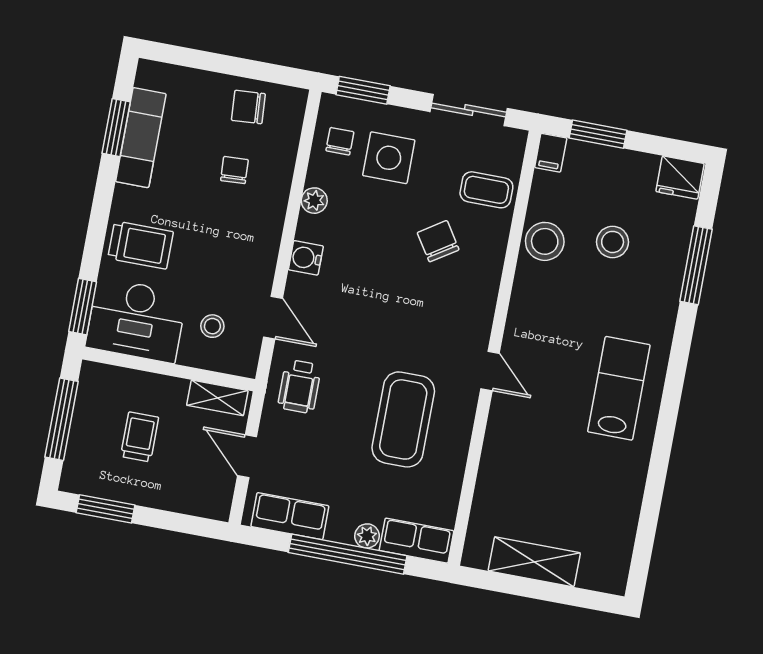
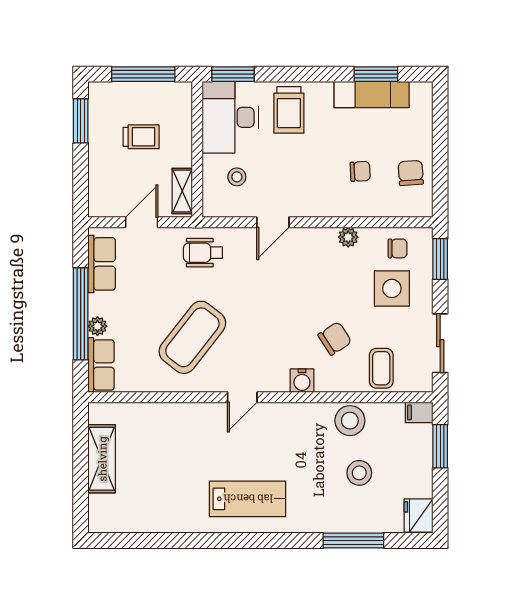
water cooler: (306, 258) -> (302, 381), moved, turned 180
door: (273, 318) -> (273, 222), moved
coffee table: (403, 419) -> (192, 337), turned -52

